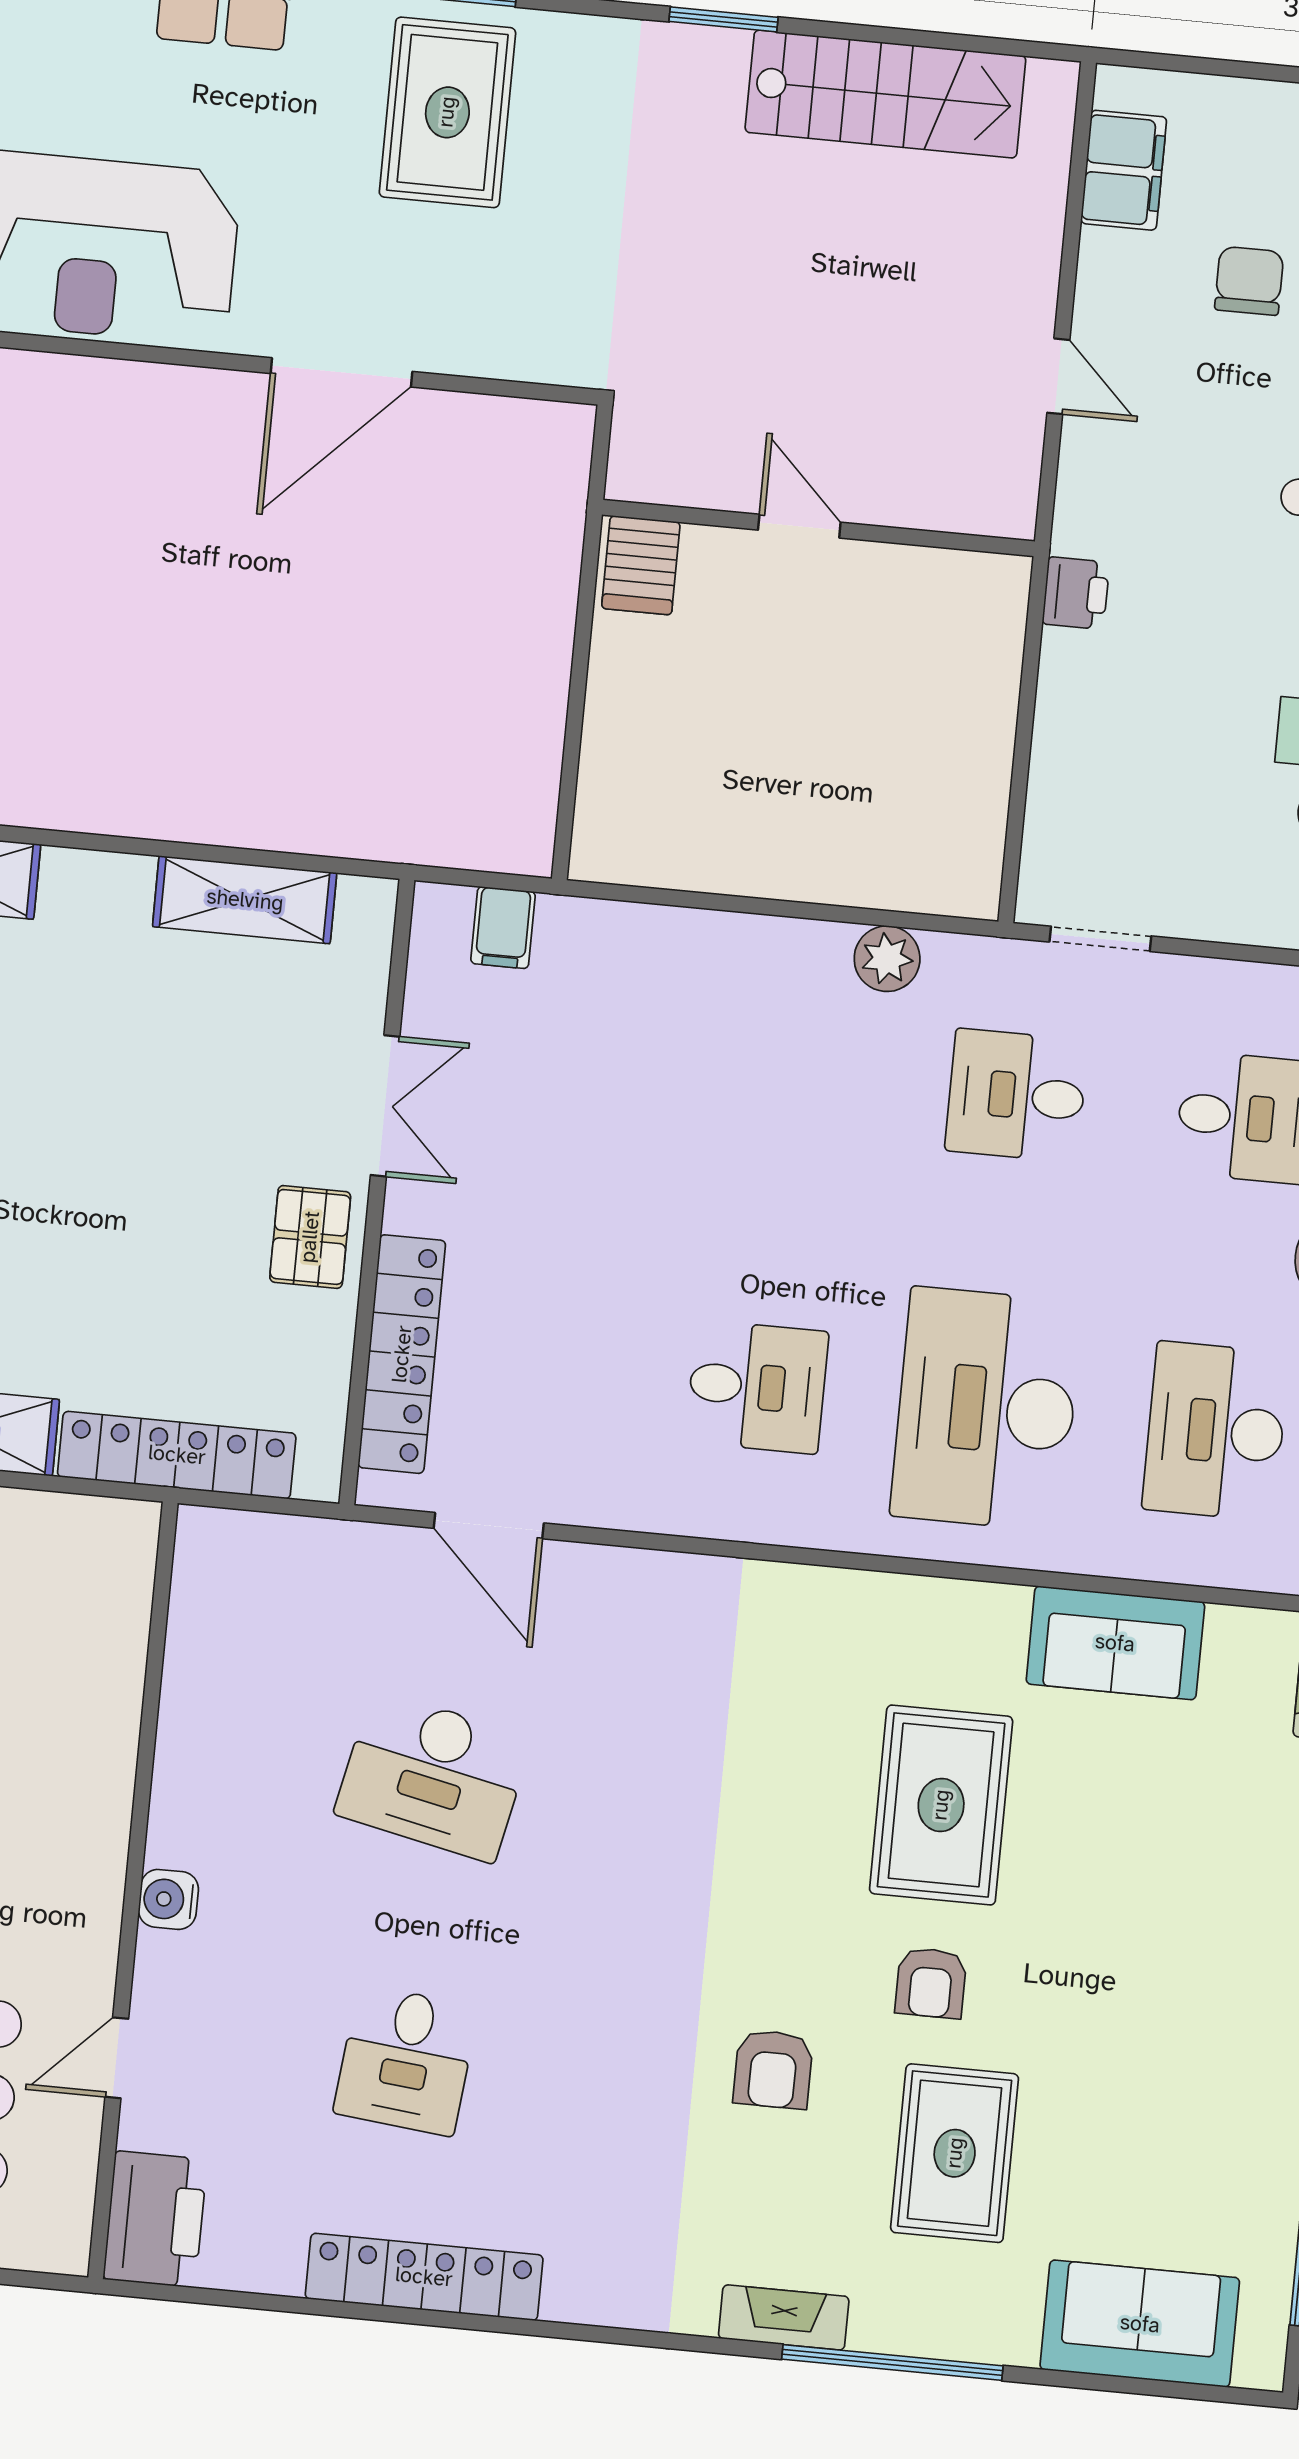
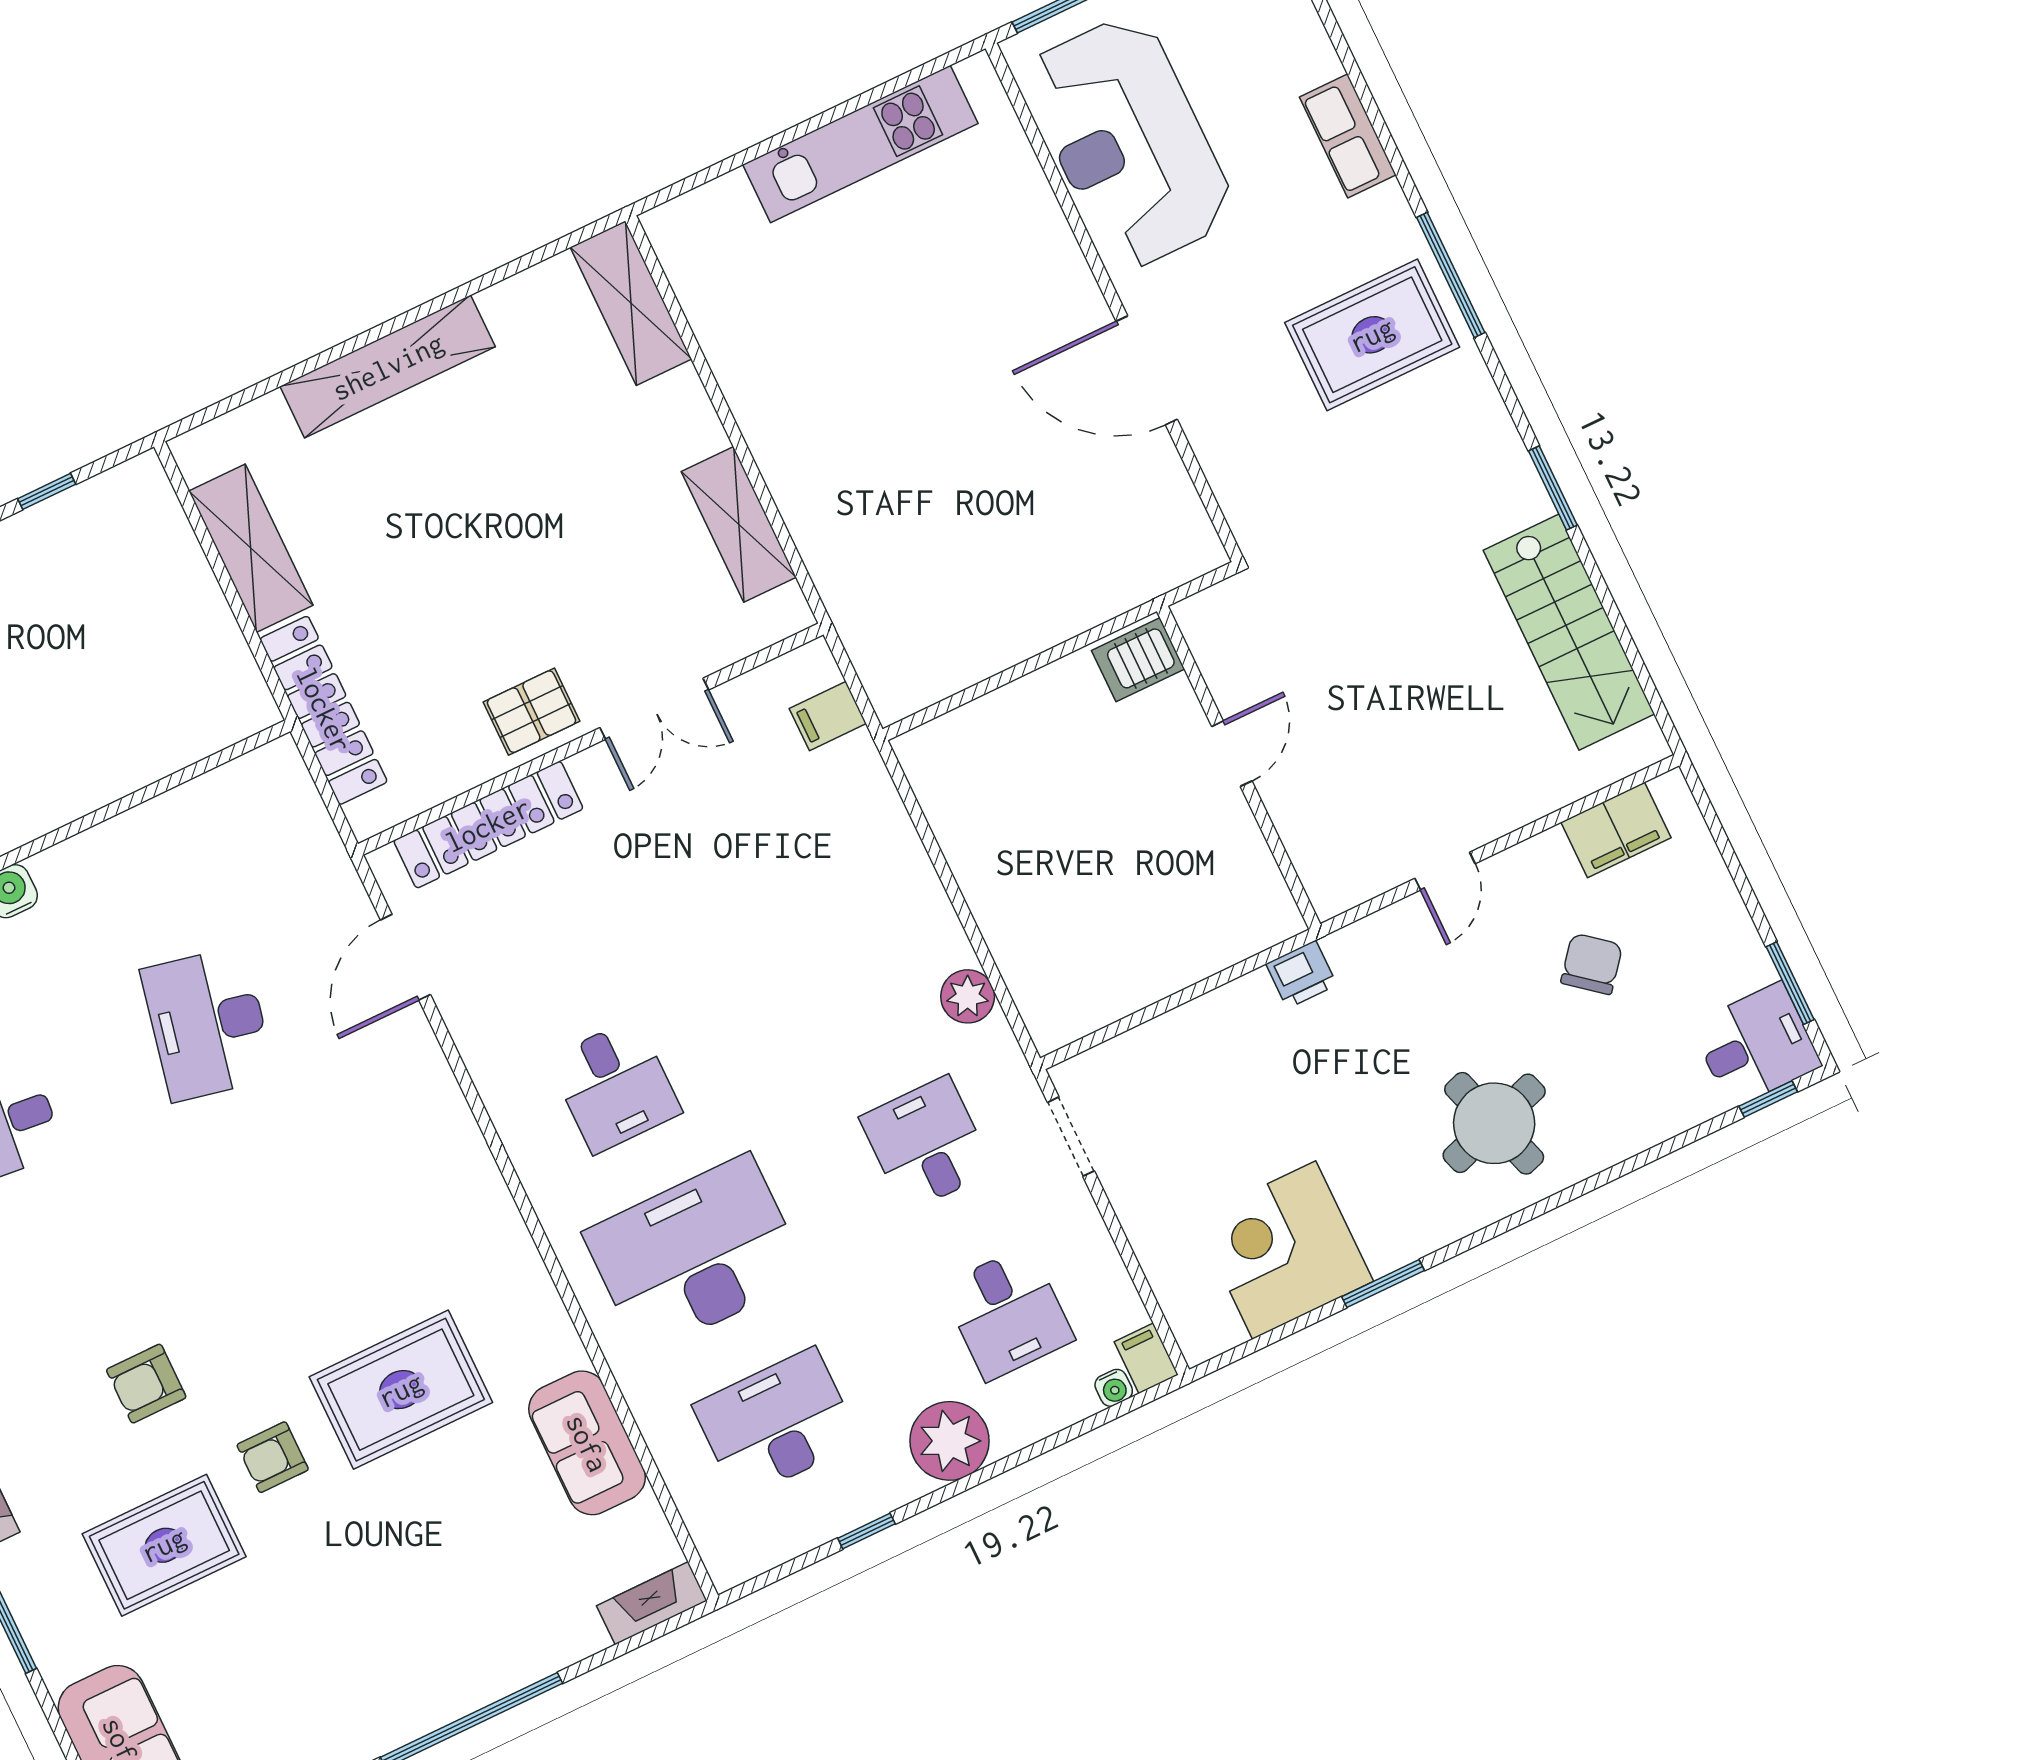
chair: (1249, 281) -> (1592, 964), turned -51

